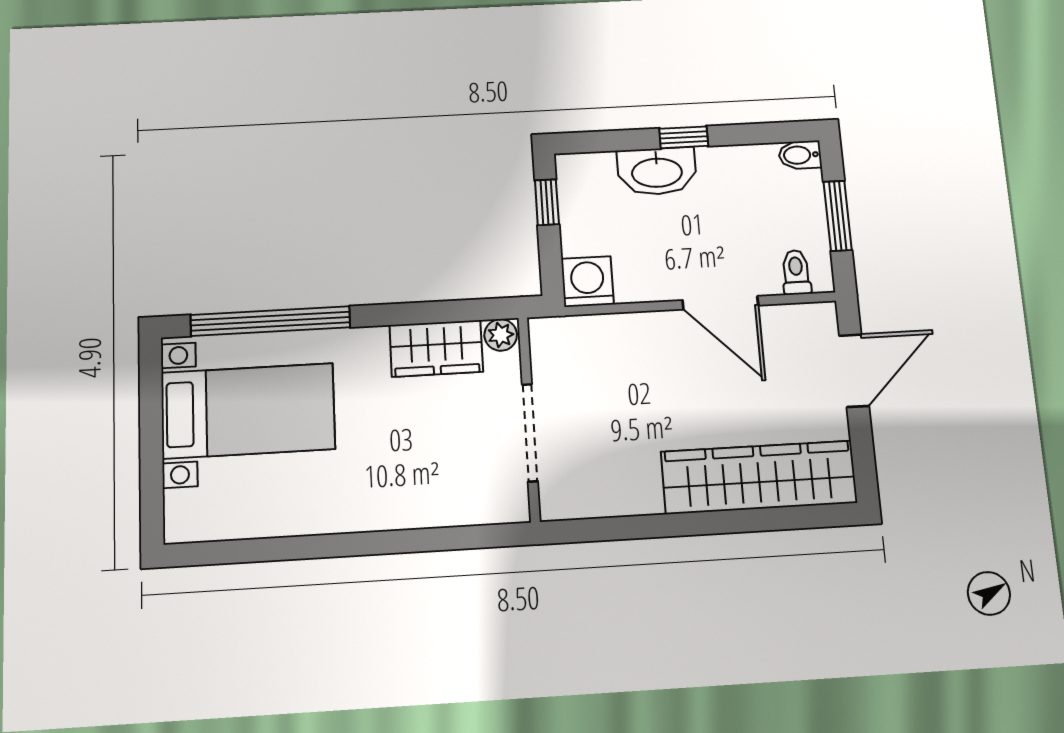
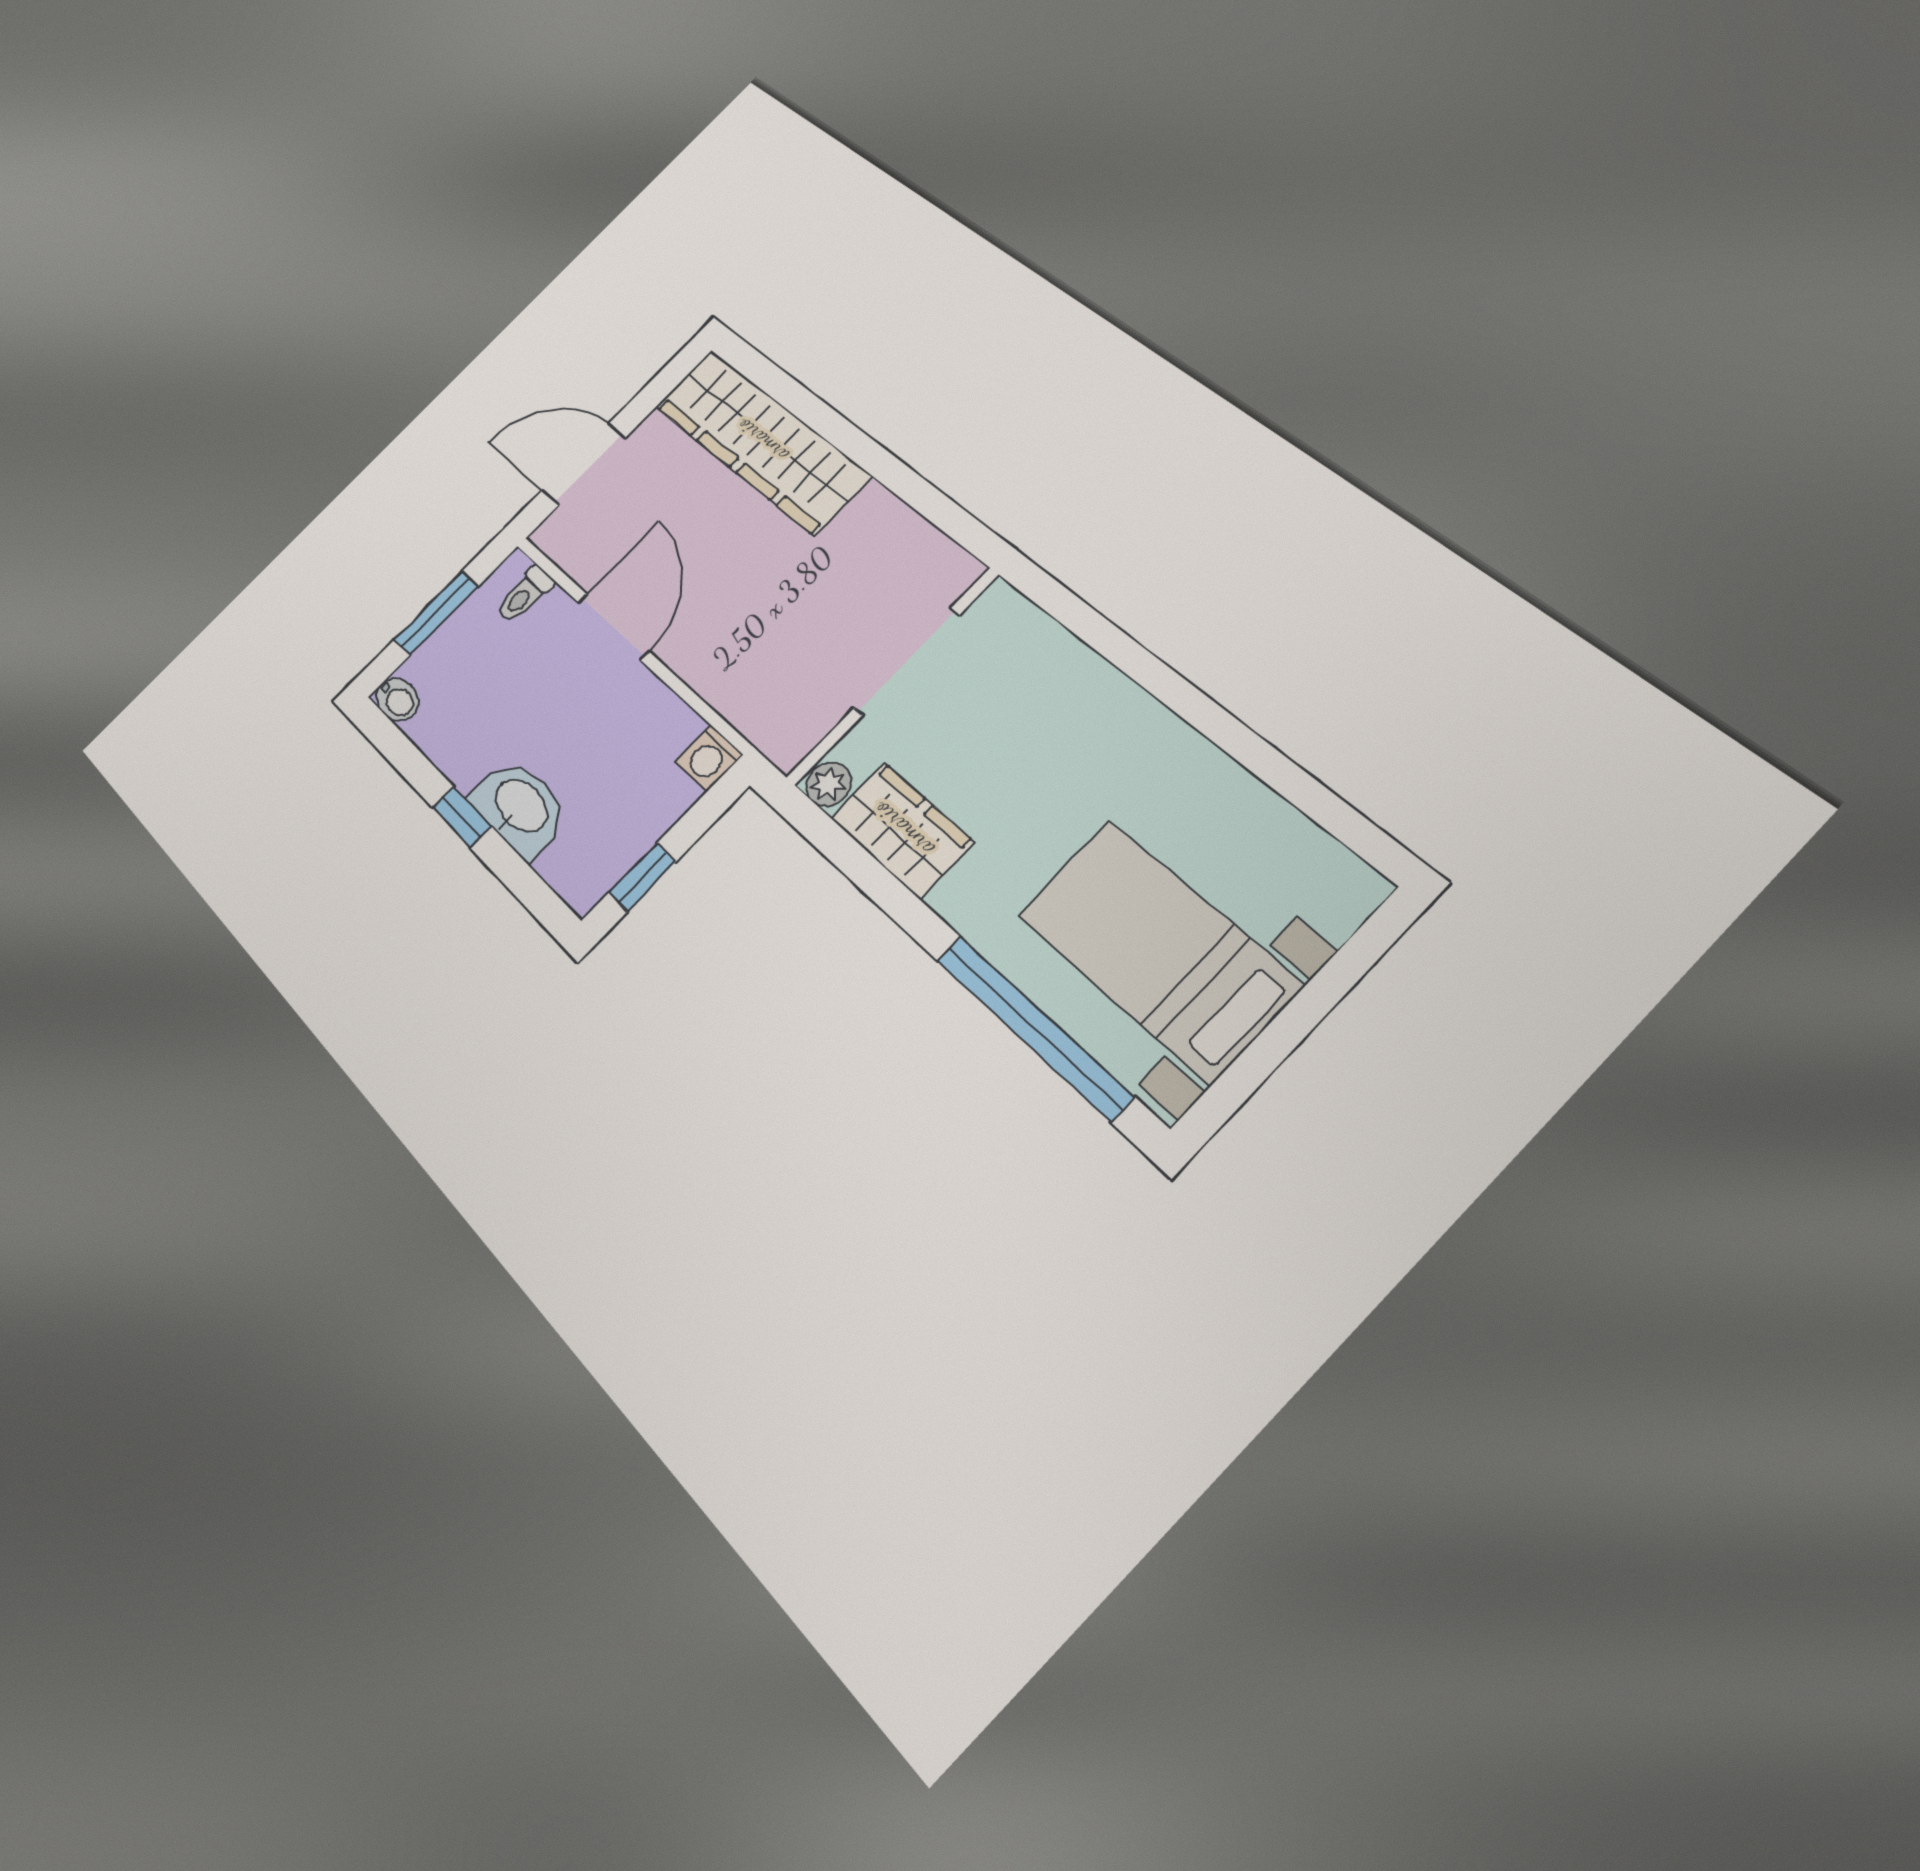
washing machine: (587, 282) -> (709, 758), width x0.73, depth x0.73

